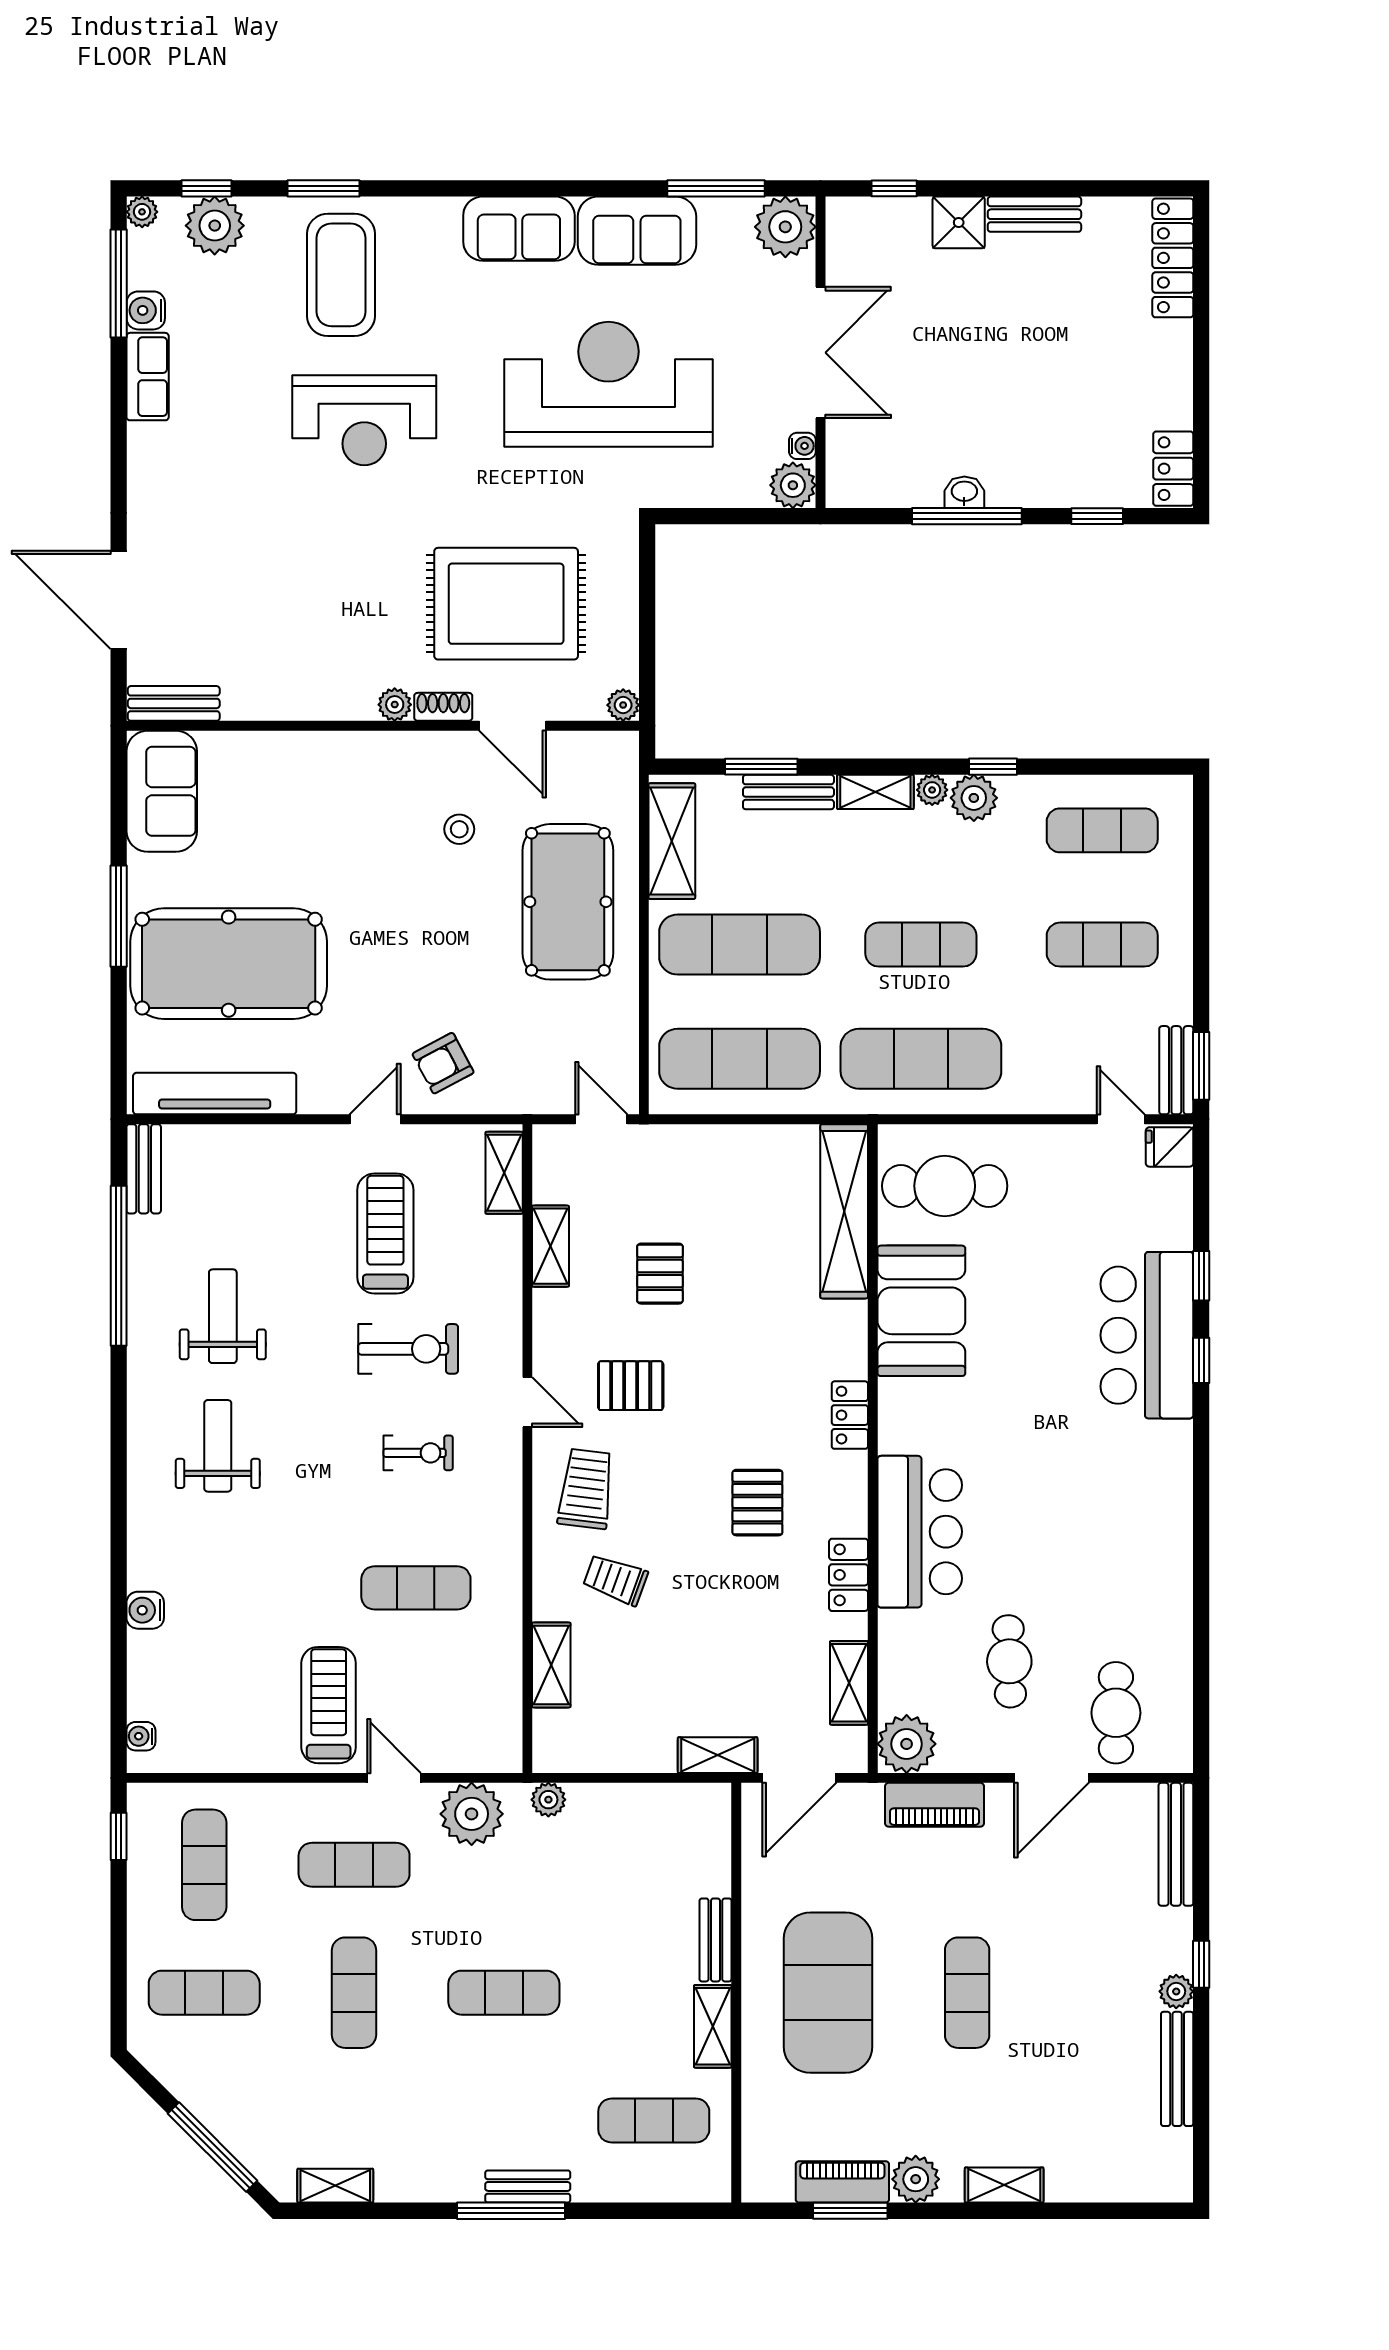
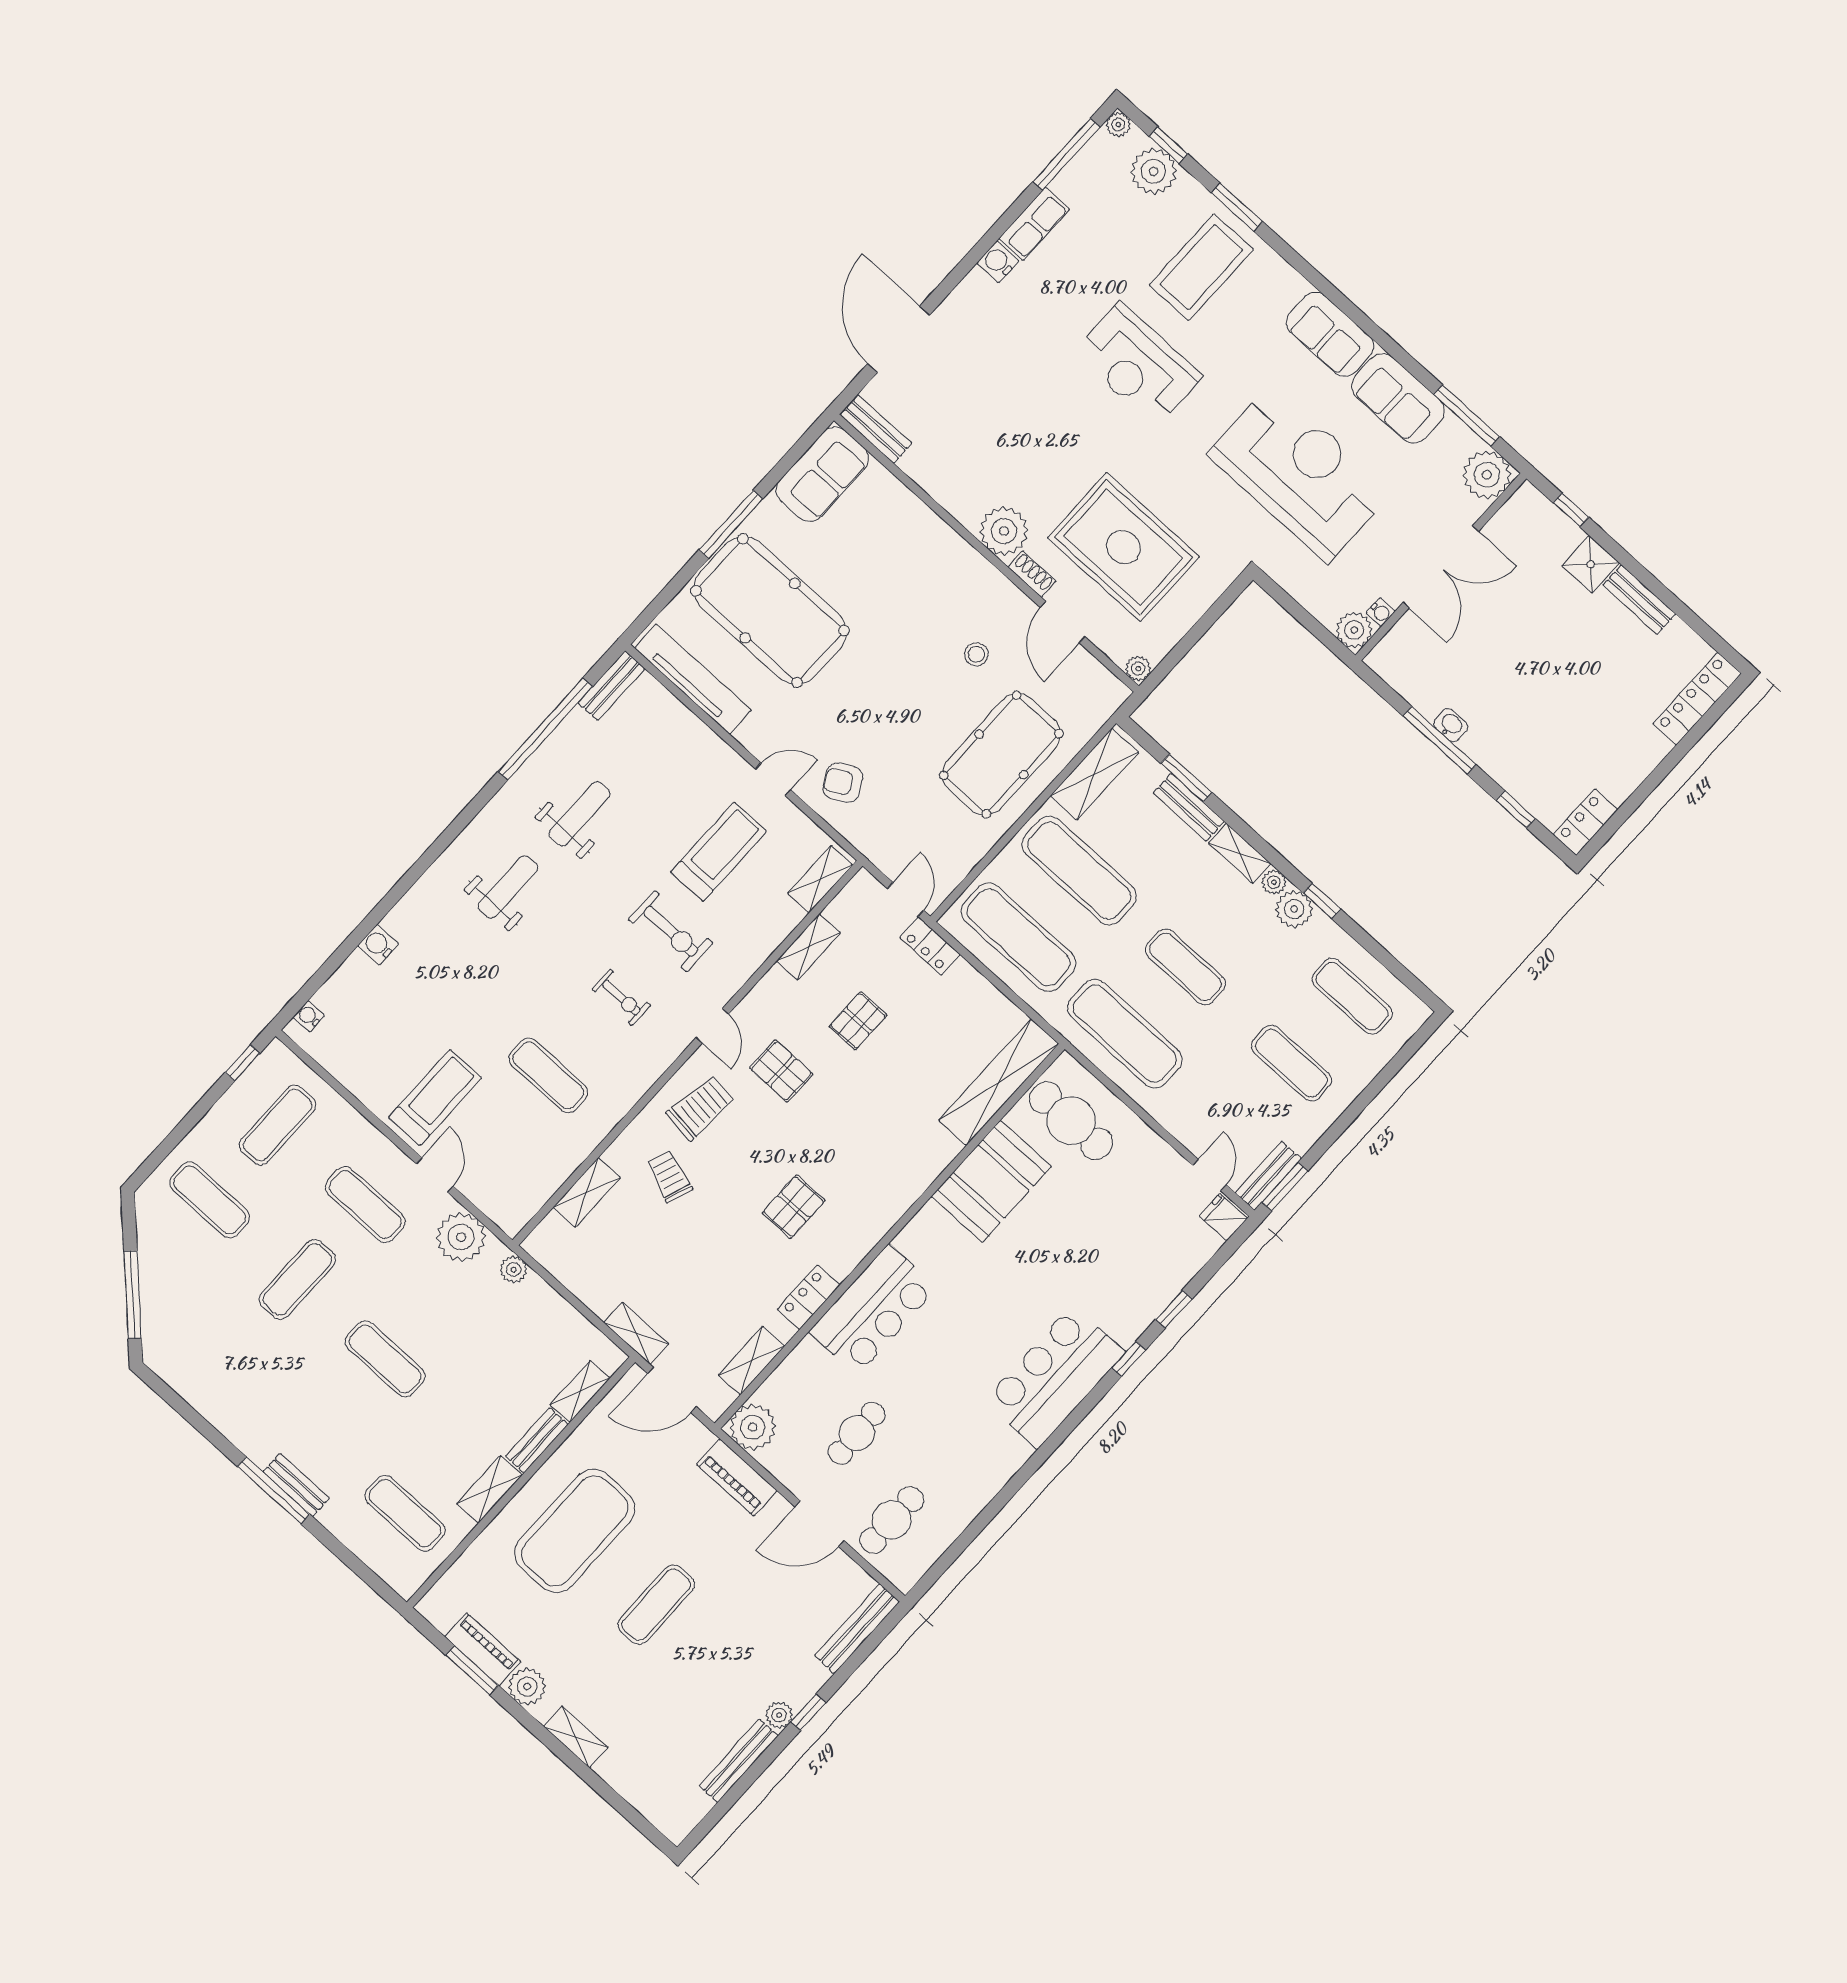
water cooler: (146, 310) -> (998, 262), moved
plant: (395, 705) -> (1004, 531), width x1.88, depth x1.88
bar counter: (1147, 1335) -> (1055, 1377), moved
locker: (850, 1415) -> (930, 946), moved, turned -90
shelving: (335, 2186) -> (580, 1391), moved, turned 90

